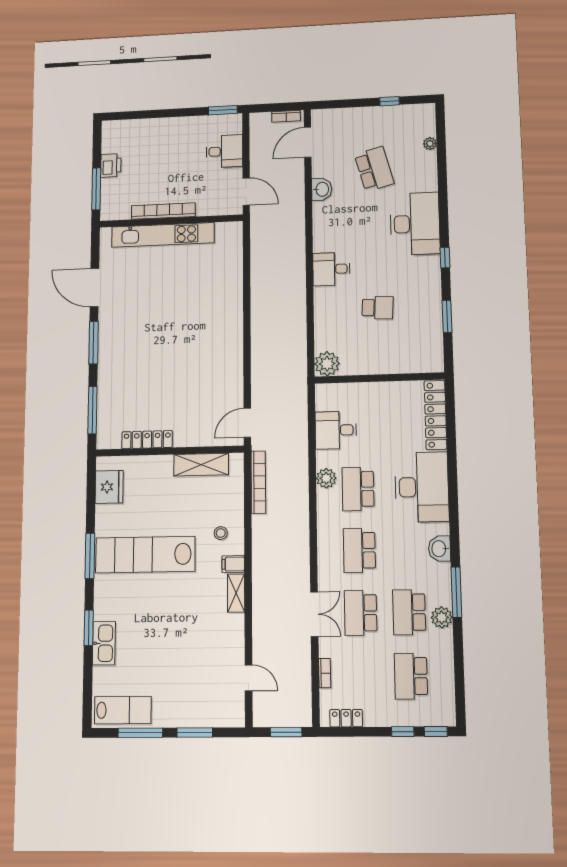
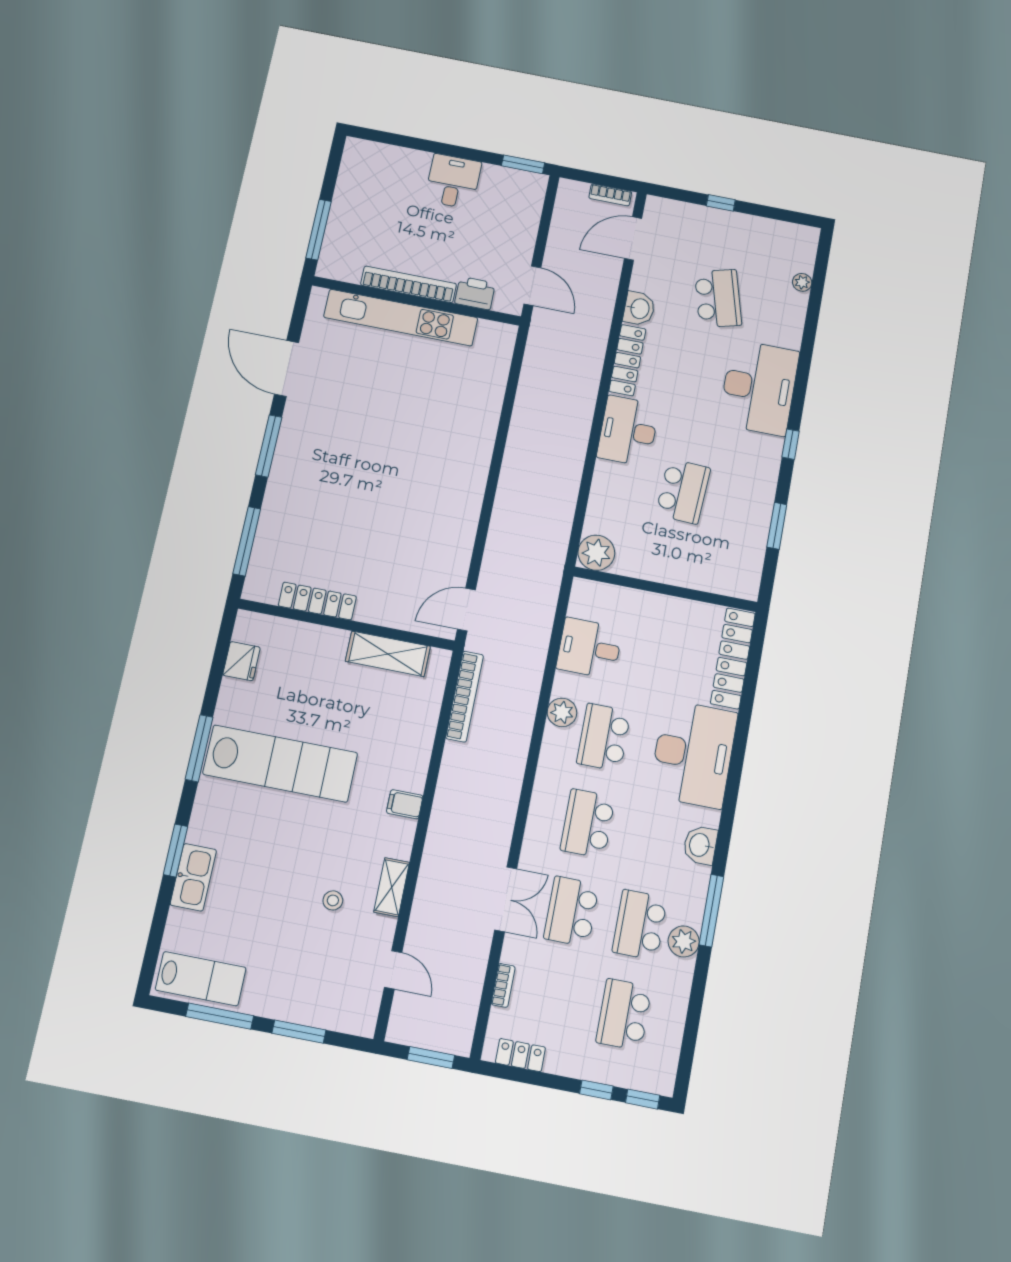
window: (389, 101) -> (721, 203), moved
desk: (224, 151) -> (453, 181), moved, turned -90
printer: (111, 165) -> (475, 293), moved, turned -90
locker: (321, 227) -> (627, 360), added
desk: (331, 269) -> (628, 431), width x1.37
school desk: (378, 308) -> (683, 491), width x1.85
fridge: (109, 487) -> (241, 661), width x0.73, depth x0.75
stool: (221, 533) -> (333, 900), moved
lab bench: (145, 555) -> (280, 764), turned 180
shelving: (236, 593) -> (392, 887), moved

